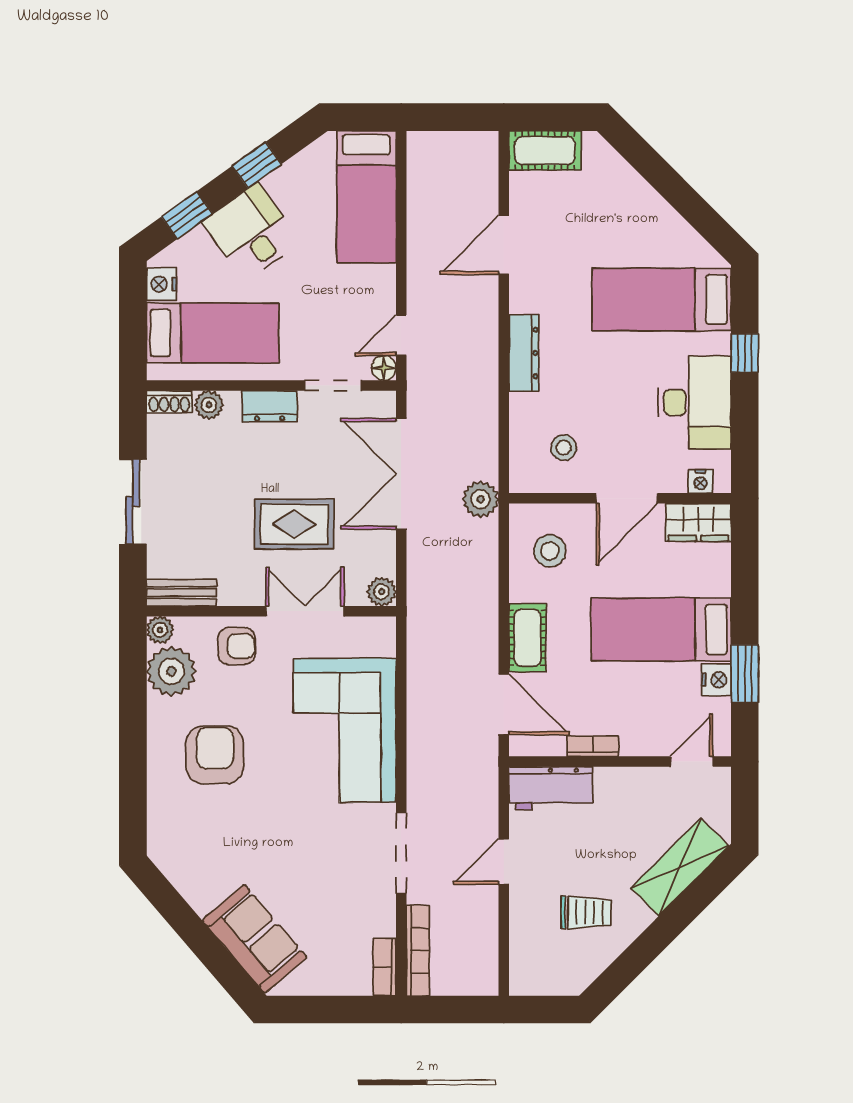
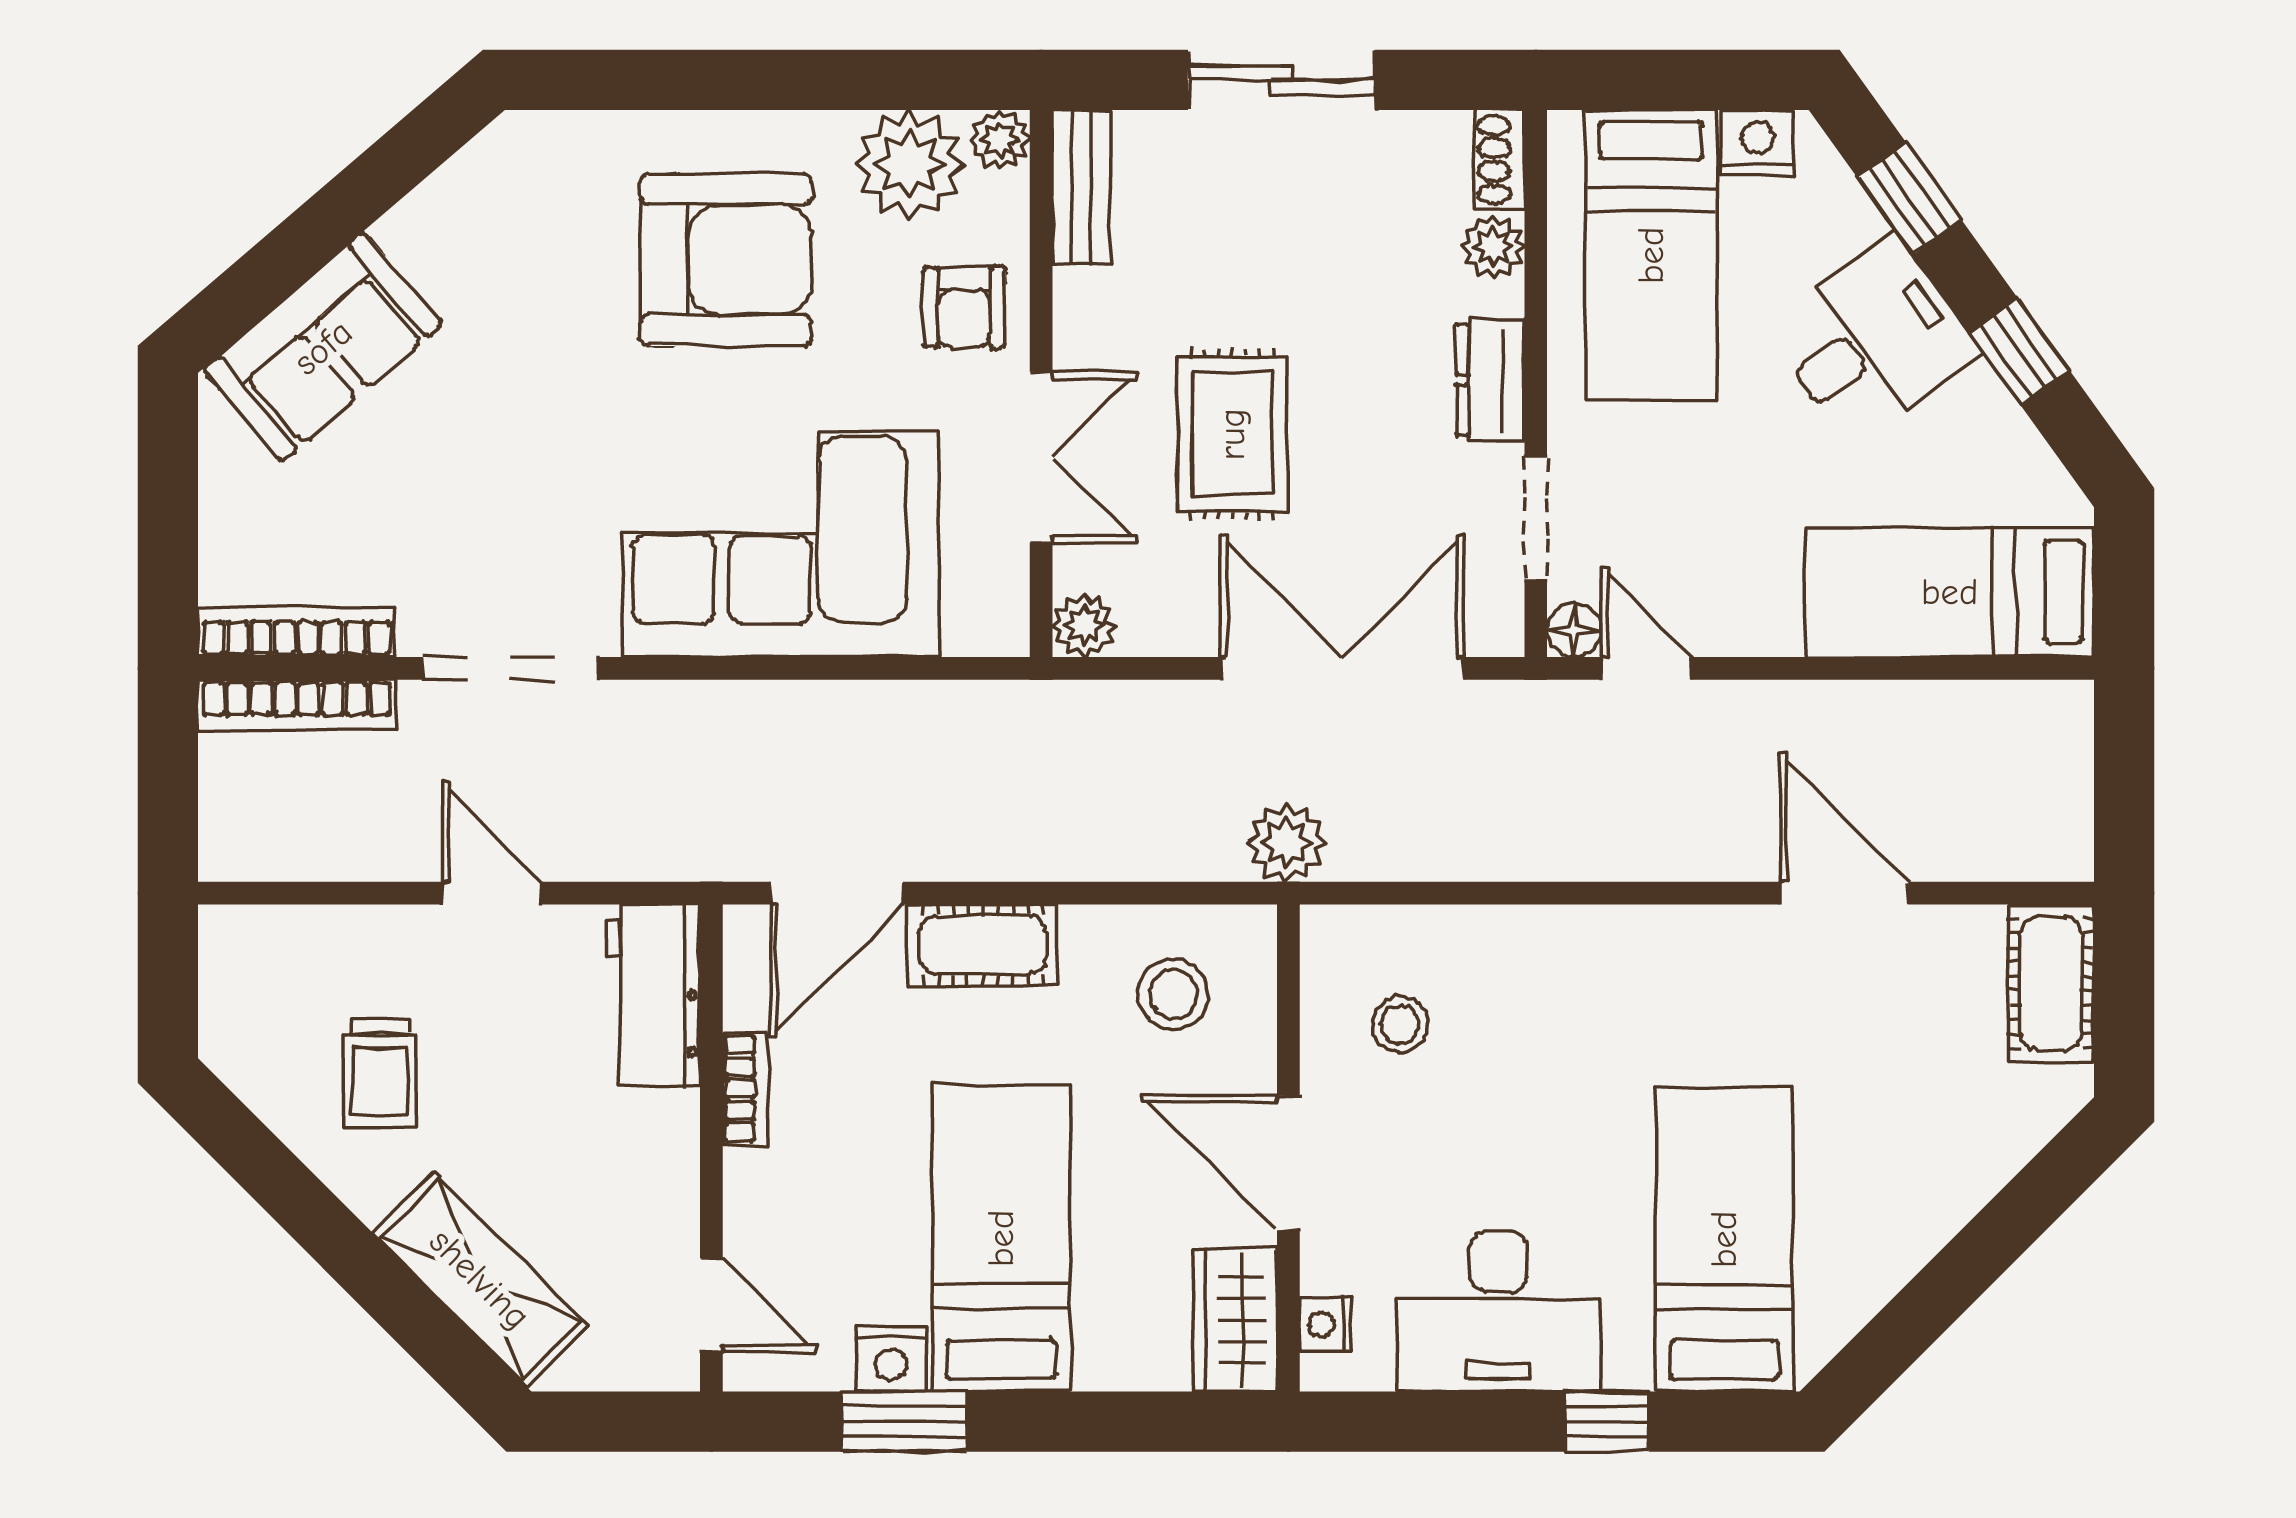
dresser: (524, 353) -> (1607, 937), removed
armchair: (215, 755) -> (726, 260), width x1.36, depth x1.36
bookcase: (385, 967) -> (296, 632), width x1.56

